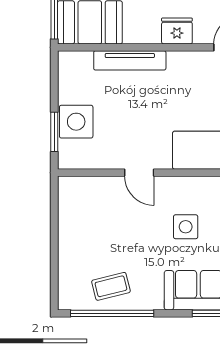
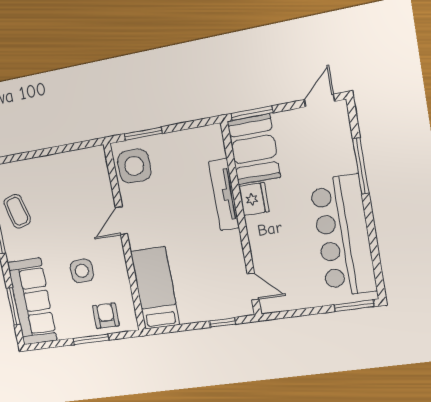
fridge: (177, 31) -> (254, 199), moved
side table: (76, 122) -> (134, 166), moved

